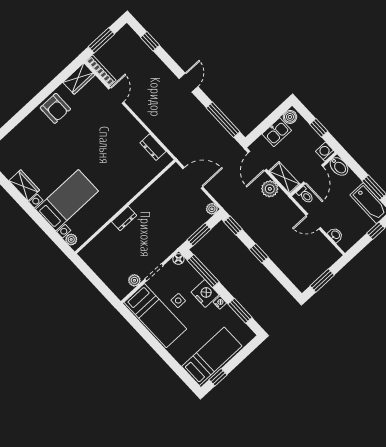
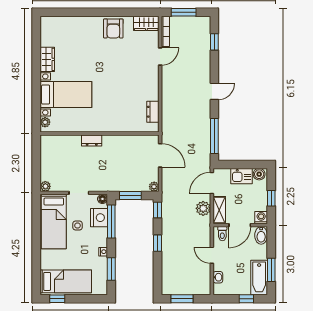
plant: (134, 280) -> (45, 186), moved
nightstand: (205, 293) -> (99, 218), moved

